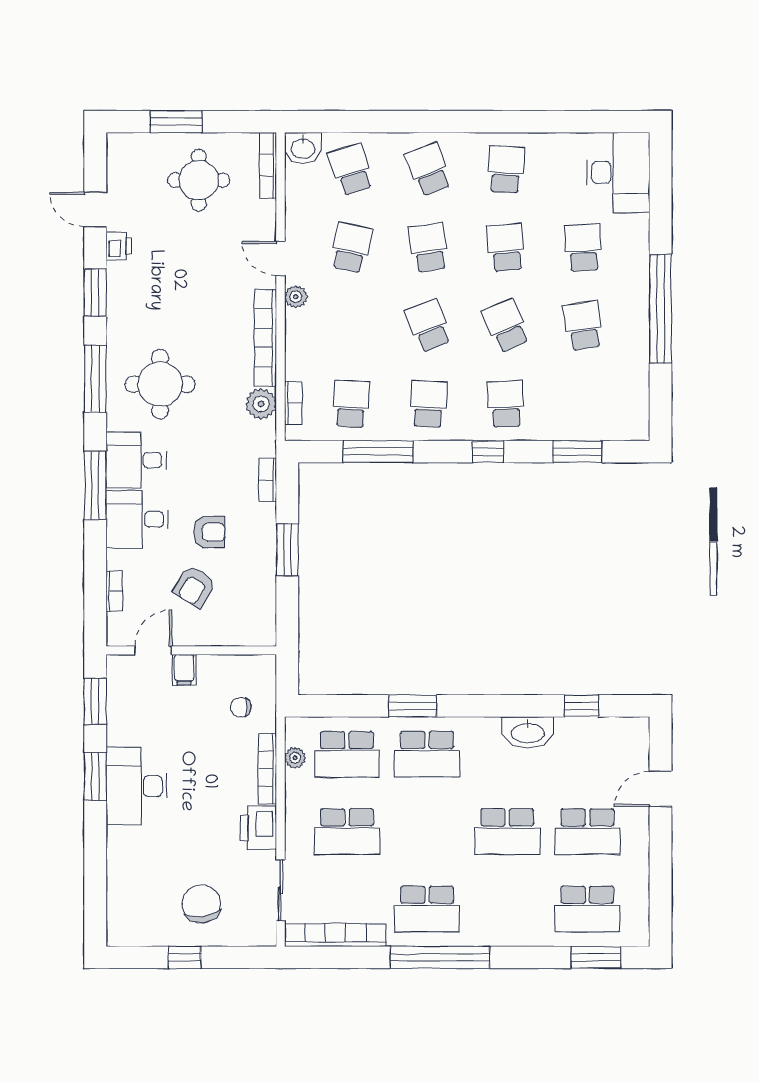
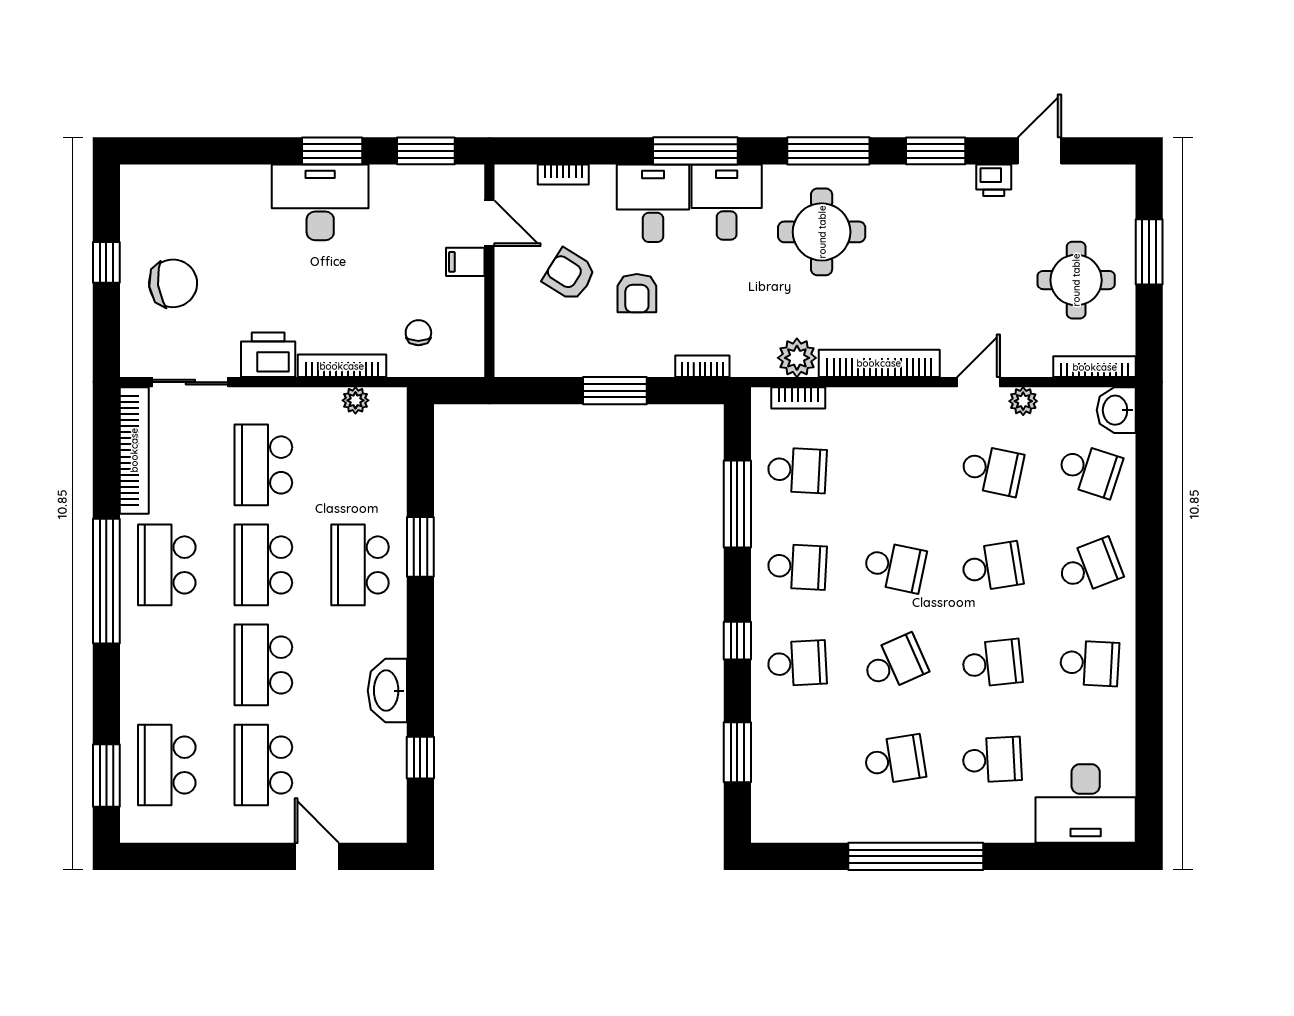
school desk: (351, 169) -> (1089, 470), turned 36
plant: (296, 297) -> (1023, 401), moved
school desk: (428, 326) -> (895, 567), turned 33
school desk: (347, 754) -> (263, 565), moved

